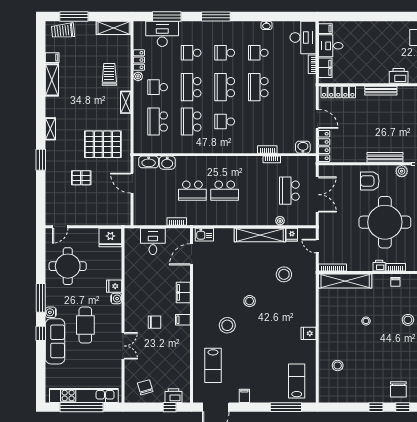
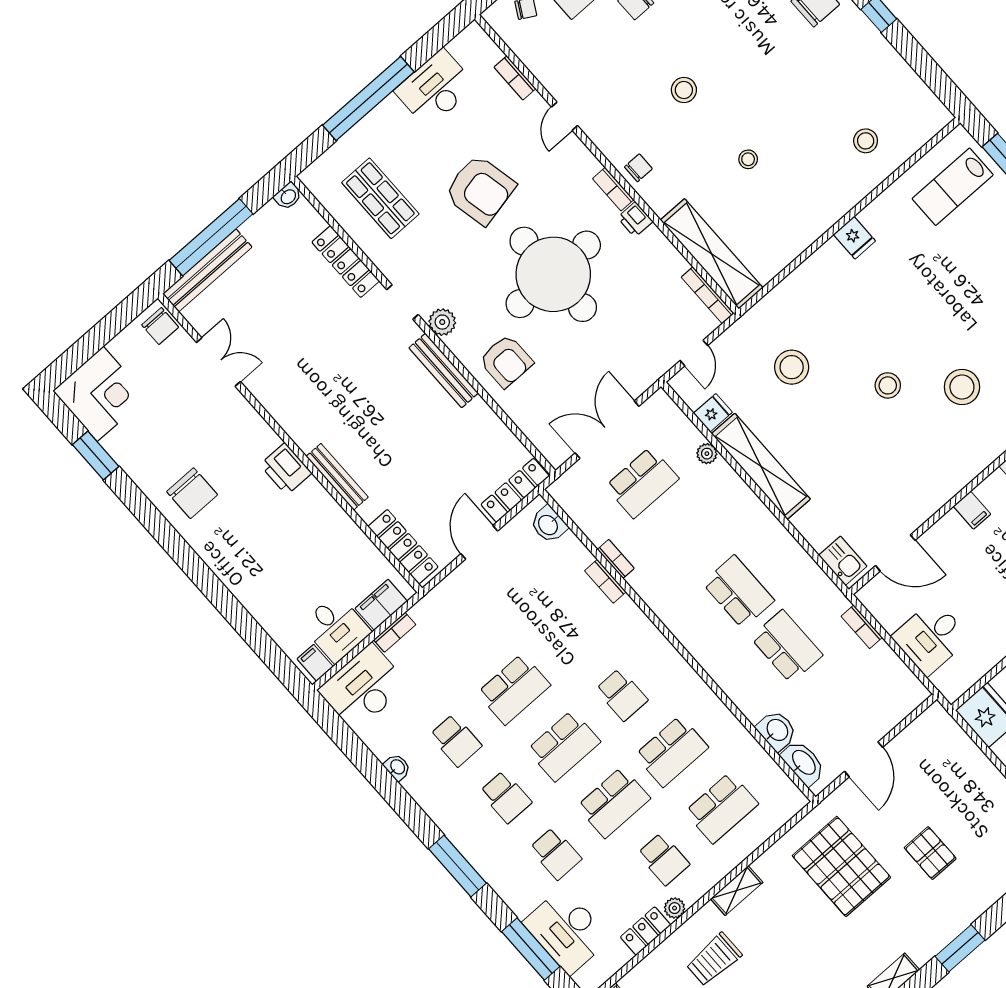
filing cabinet: (183, 292) -> (972, 510), width x0.50

